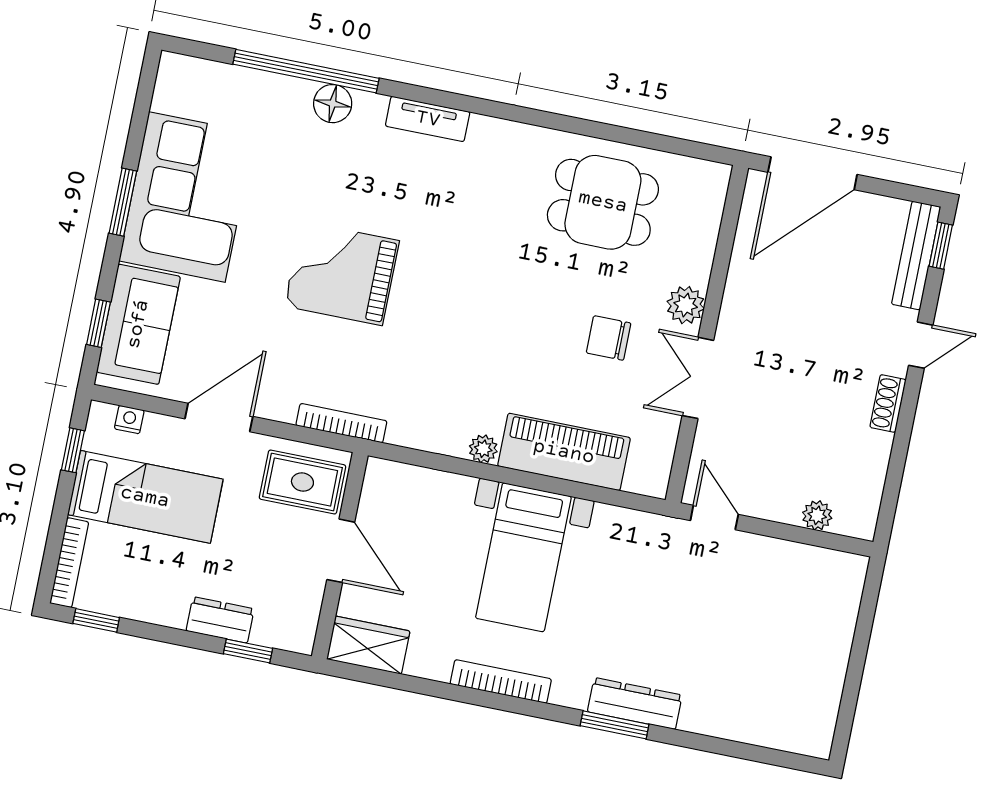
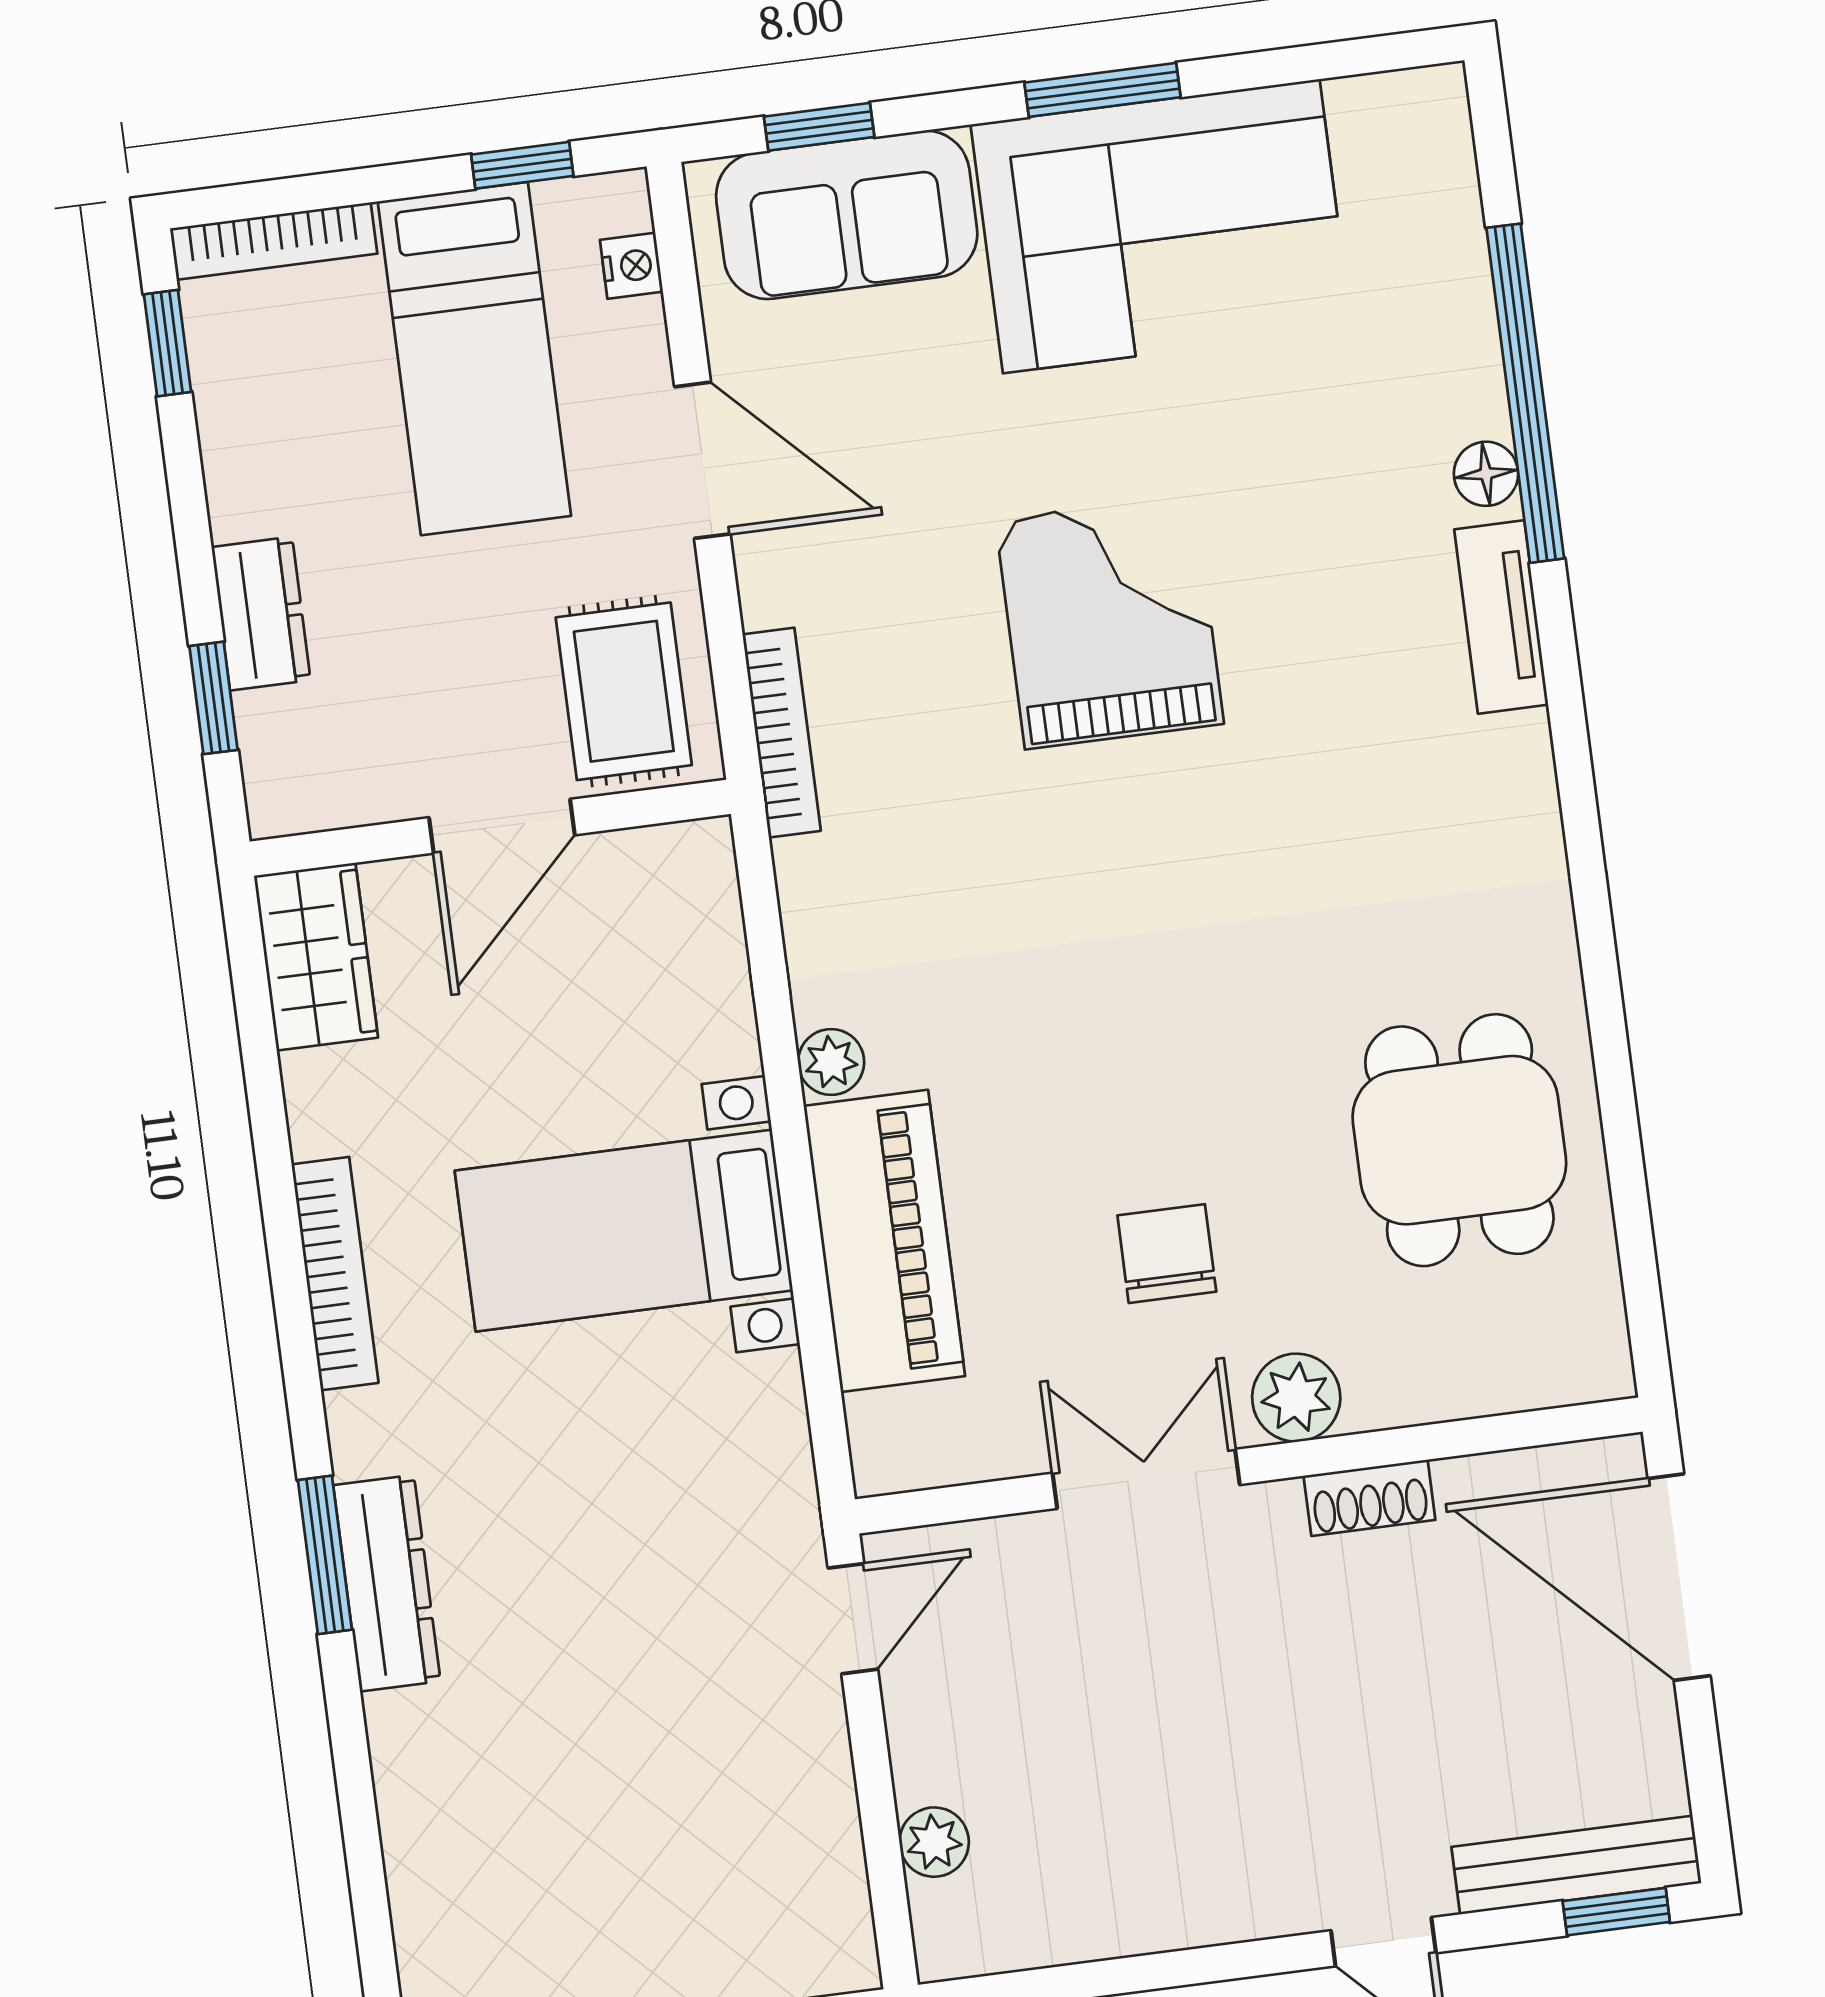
floor lamp: (333, 104) -> (1486, 474), width x0.73, depth x0.73
tv unit: (428, 119) -> (1501, 617), moved
shoe rack: (888, 403) -> (1369, 1498), moved, turned 180

